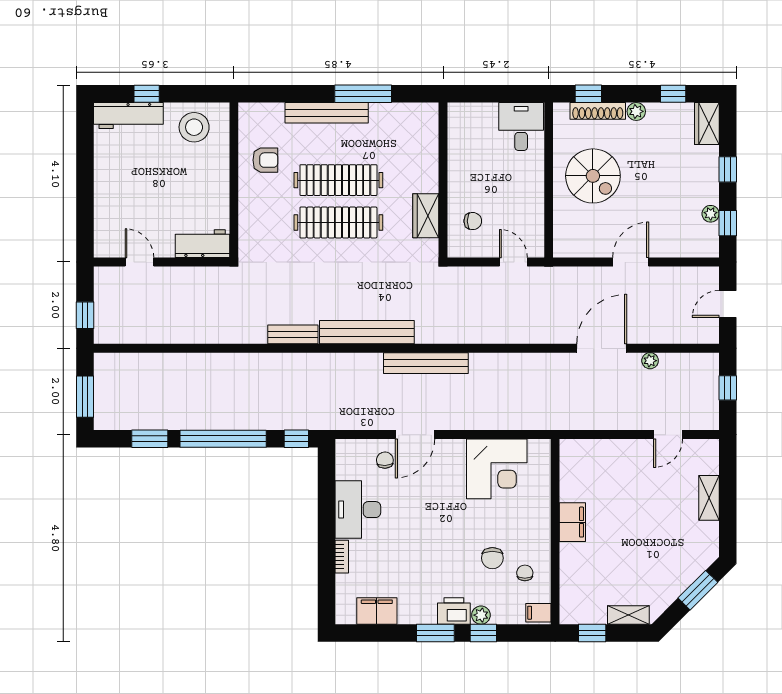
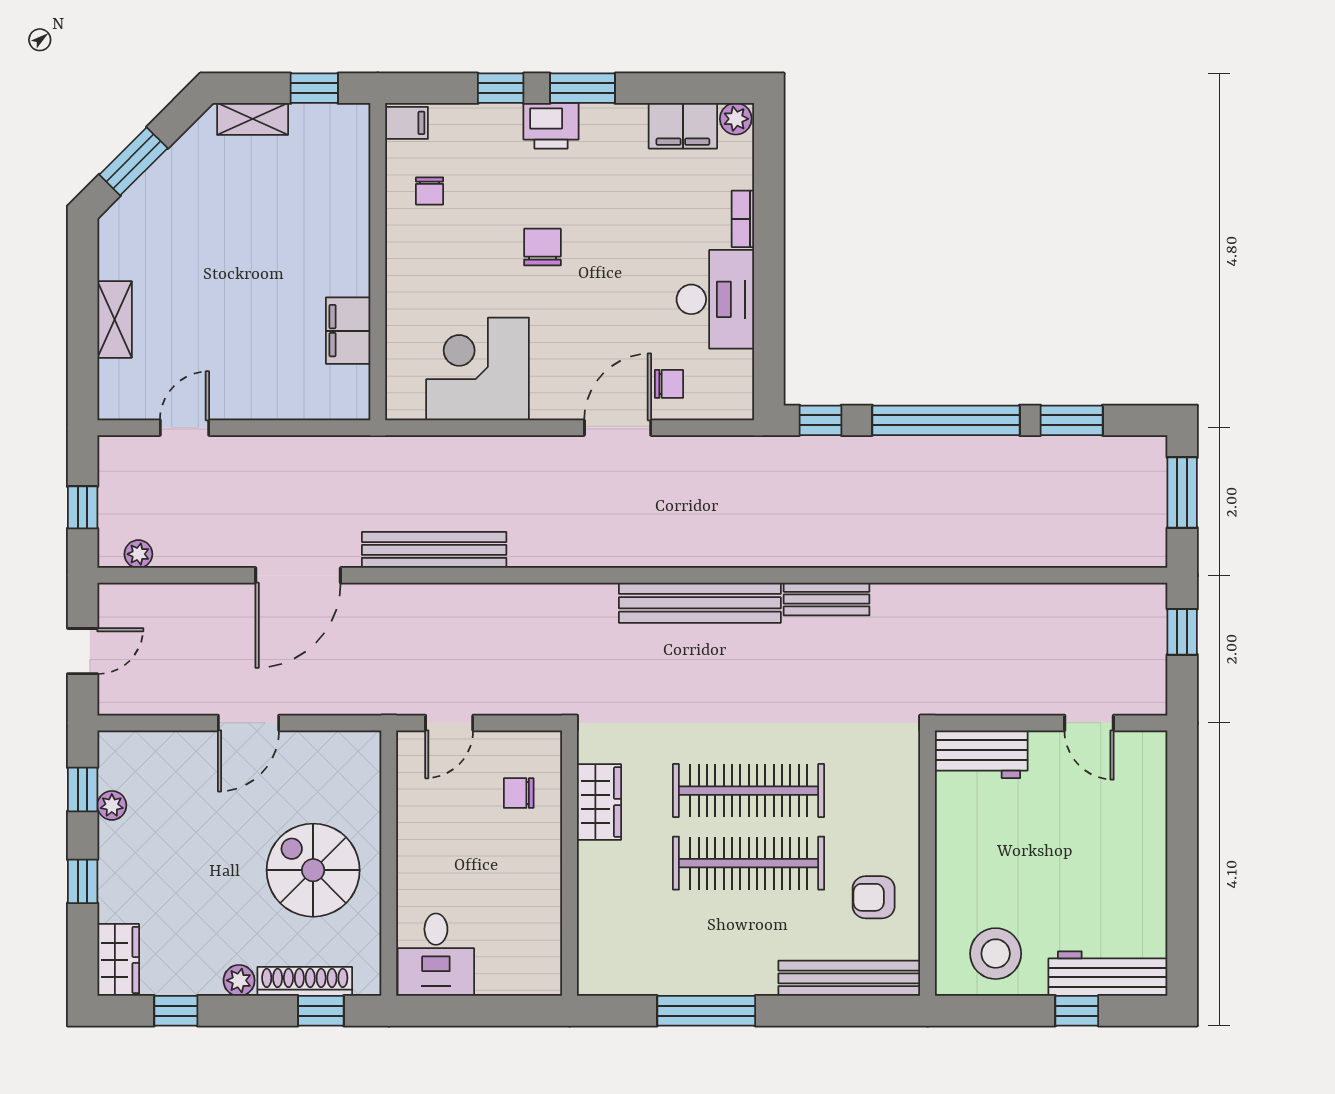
bench: (327, 113) -> (849, 978), moved
door: (513, 262) -> (449, 723), hinge flipped
plant: (650, 361) -> (138, 554), moved
bench: (426, 363) -> (434, 550), moved
chair: (385, 460) -> (669, 384), turned -87
filing cabinet: (572, 522) -> (348, 331), moved
chair: (492, 558) -> (542, 247), moved
plant: (481, 615) -> (736, 119), moved

